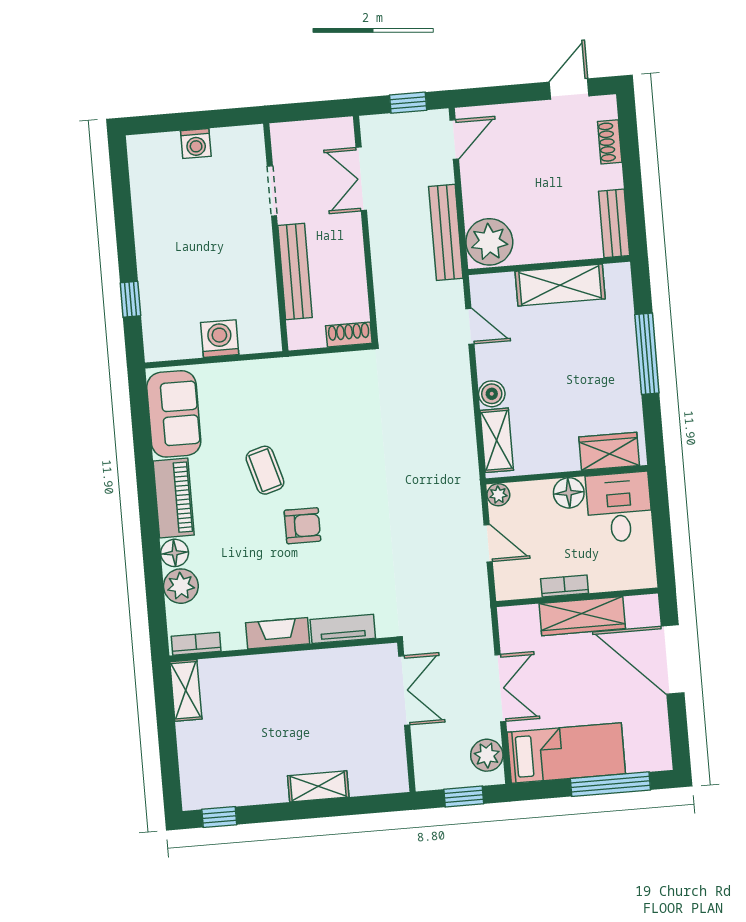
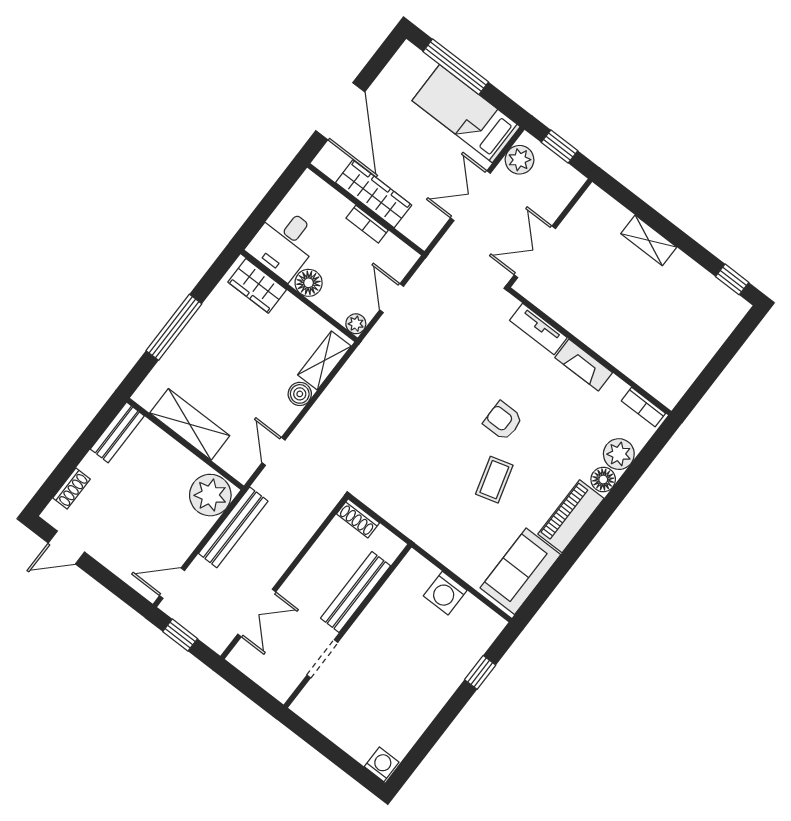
washing machine: (196, 144) -> (382, 764), moved
shelving: (186, 690) -> (678, 383), removed

